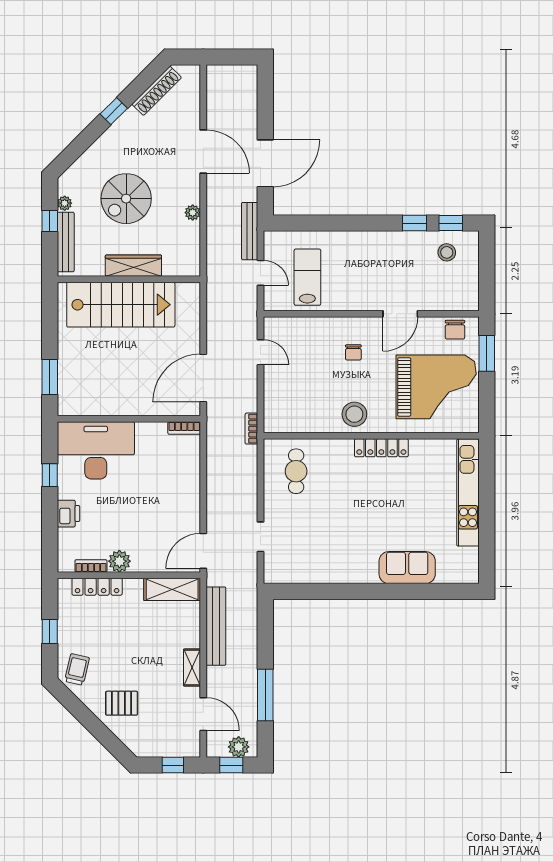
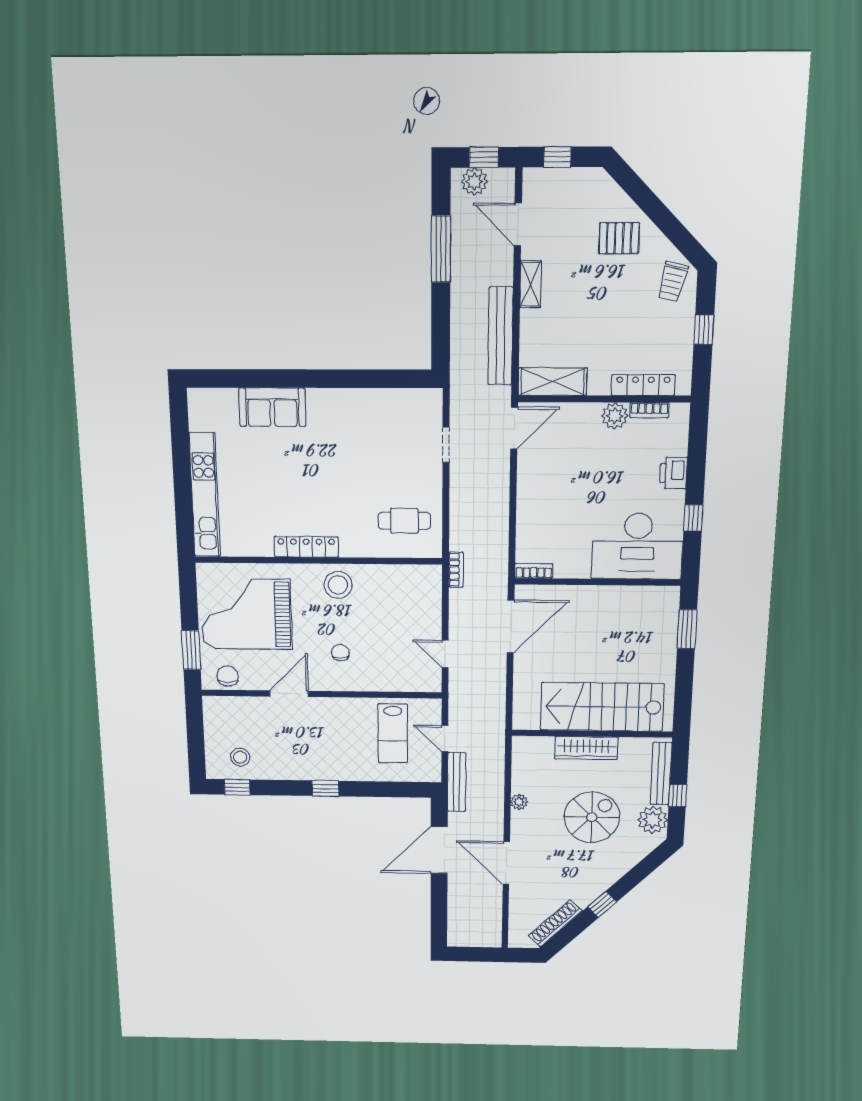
plant: (65, 203) -> (653, 820), width x1.87, depth x1.87
window: (414, 223) -> (325, 788), moved
cafe table: (296, 471) -> (404, 521), turned 90

